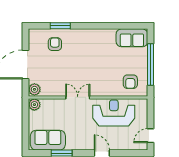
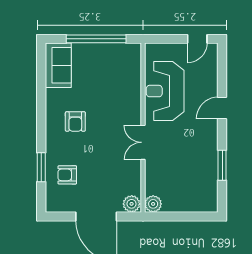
armchair: (130, 82) -> (75, 122), moved, turned 90
door: (150, 136) -> (197, 39), hinge flipped
sofa: (48, 140) -> (204, 185), removed

